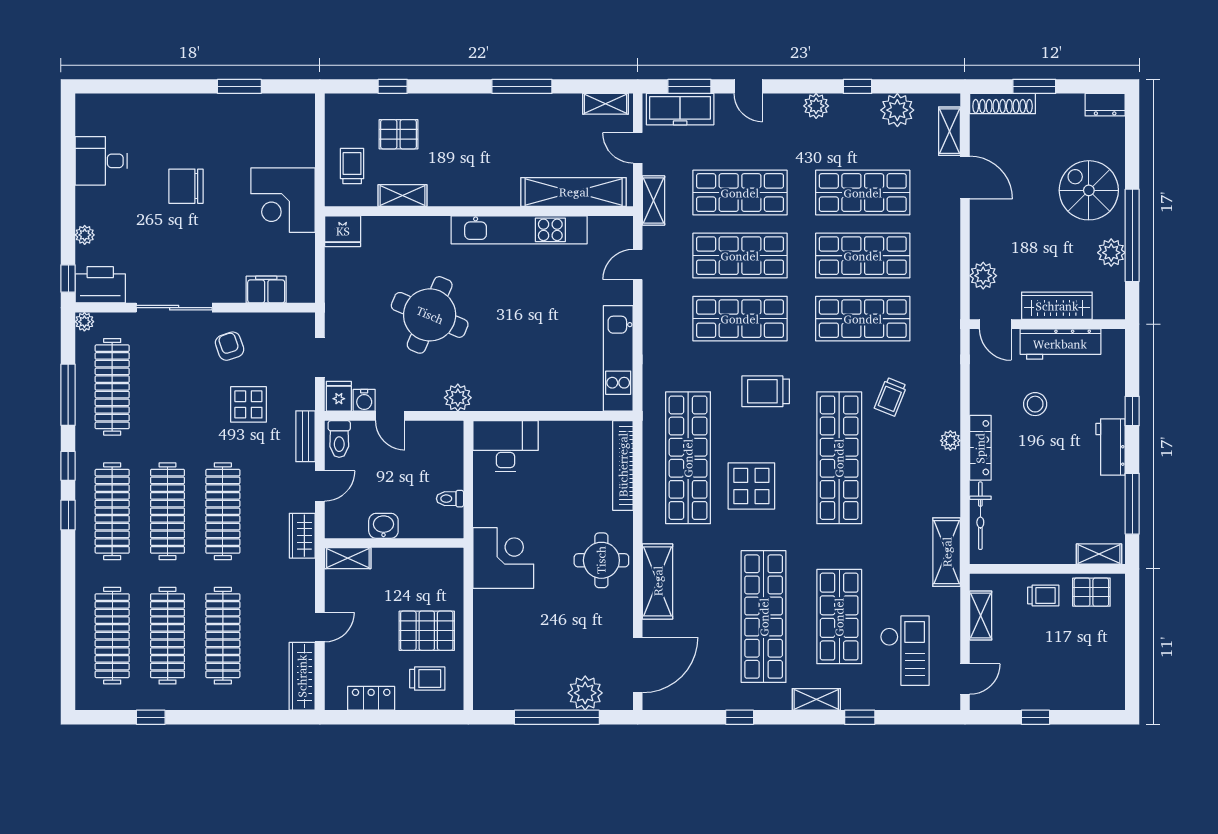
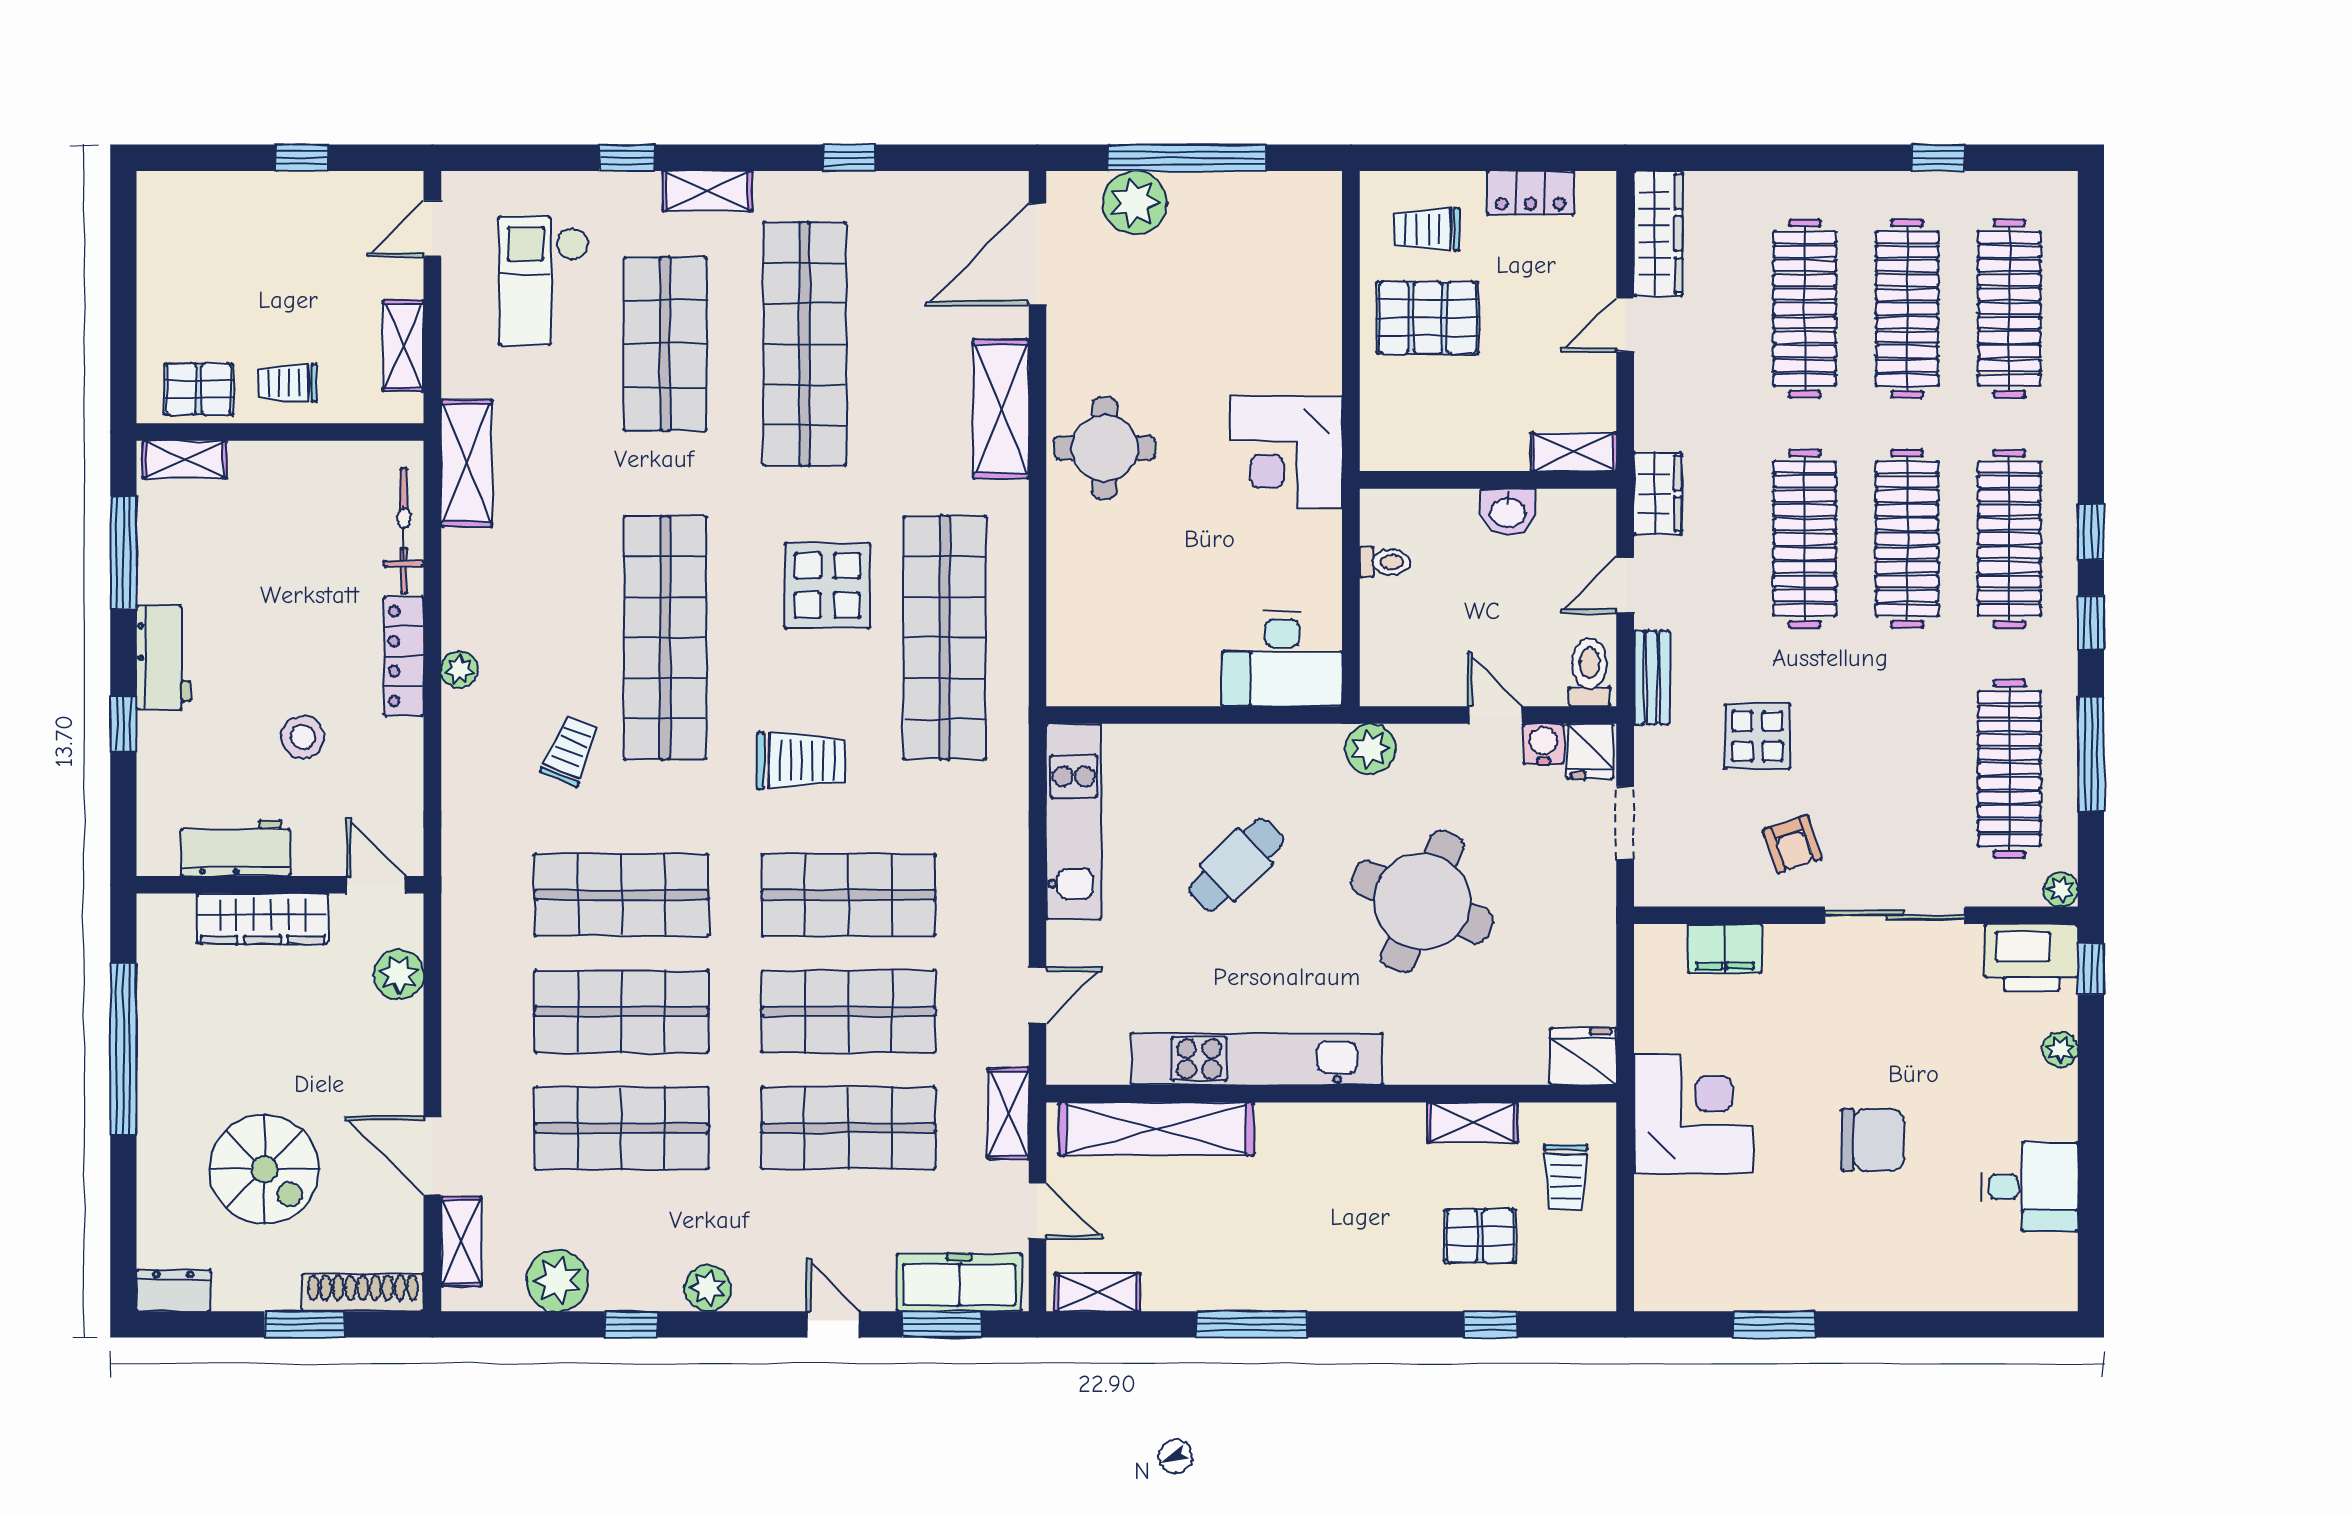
spiral stairs: (1089, 190) -> (264, 1169), moved
plant: (1111, 253) -> (162, 1017), removed
cafe table: (530, 335) -> (1236, 865), added
workbench: (1060, 344) -> (235, 848), width x0.73
bookcase: (623, 465) -> (1065, 623), removed

